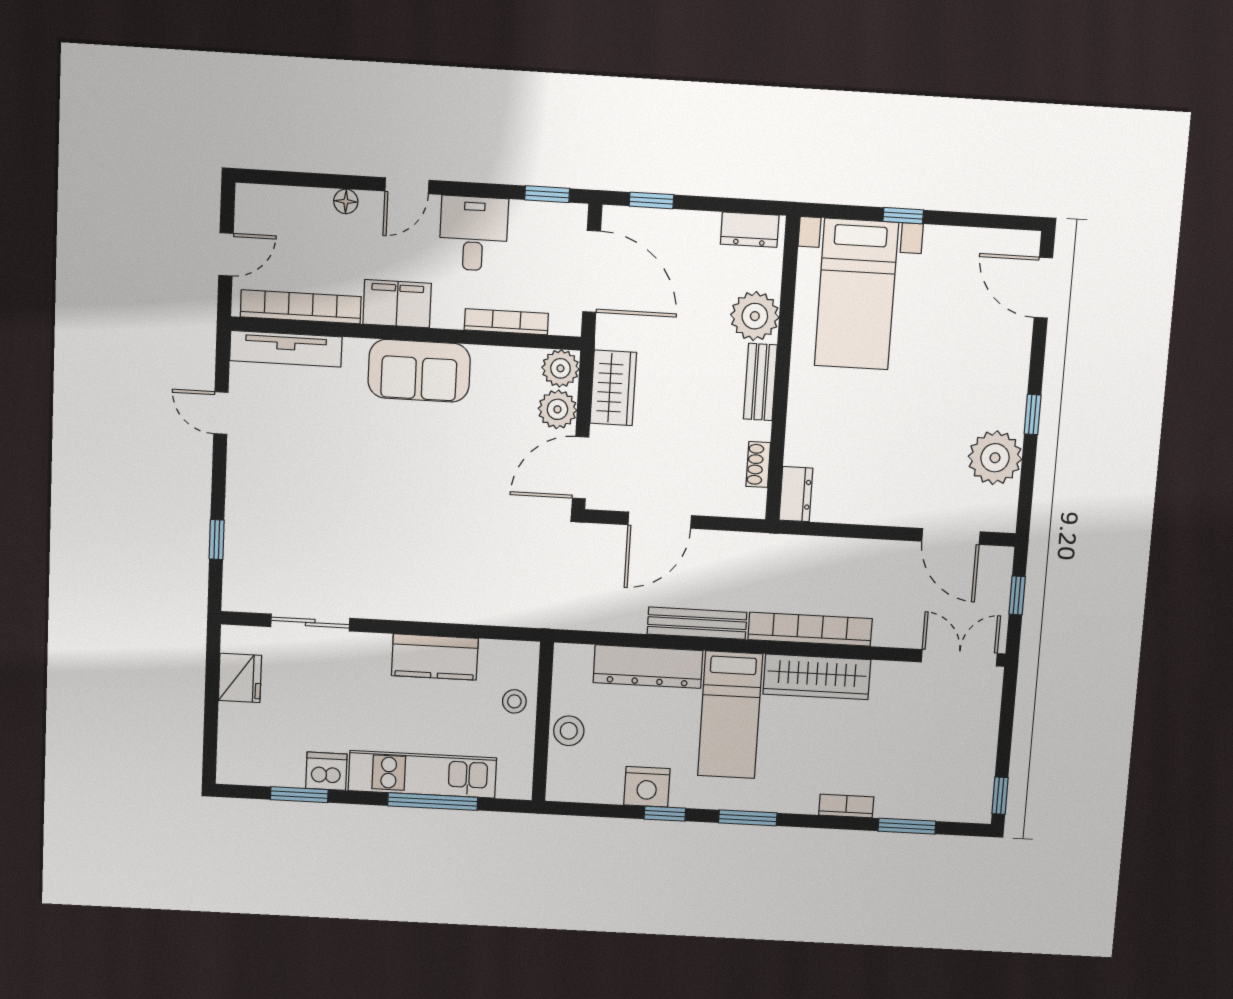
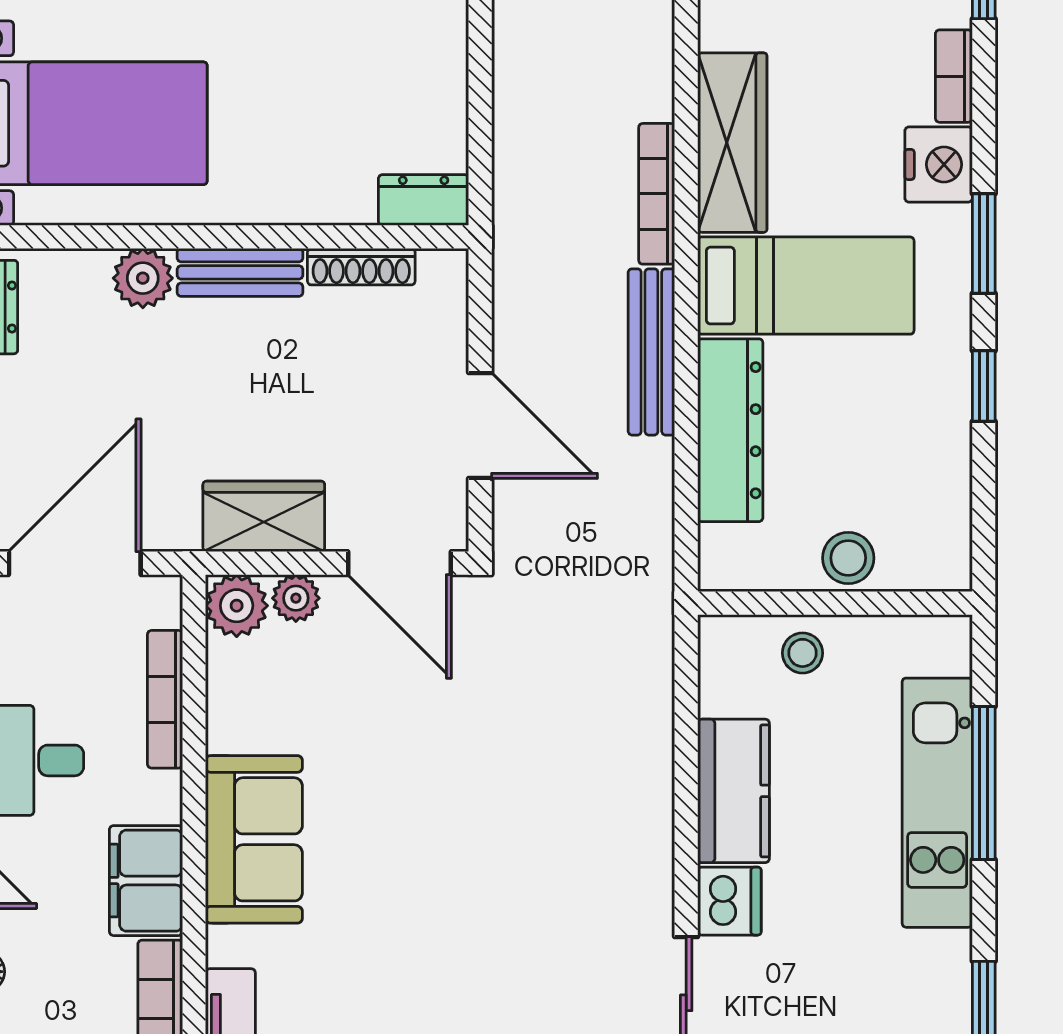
plant: (755, 316) -> (143, 278), width x0.73, depth x0.73
plant: (557, 409) -> (296, 598), width x0.73, depth x0.73
shoe rack: (758, 464) -> (361, 267), width x1.43
bookcase: (810, 629) -> (657, 194), width x0.68, depth x0.76
dishwasher: (326, 771) -> (729, 901), moved, turned 180
nightstand: (647, 787) -> (939, 164), moved

